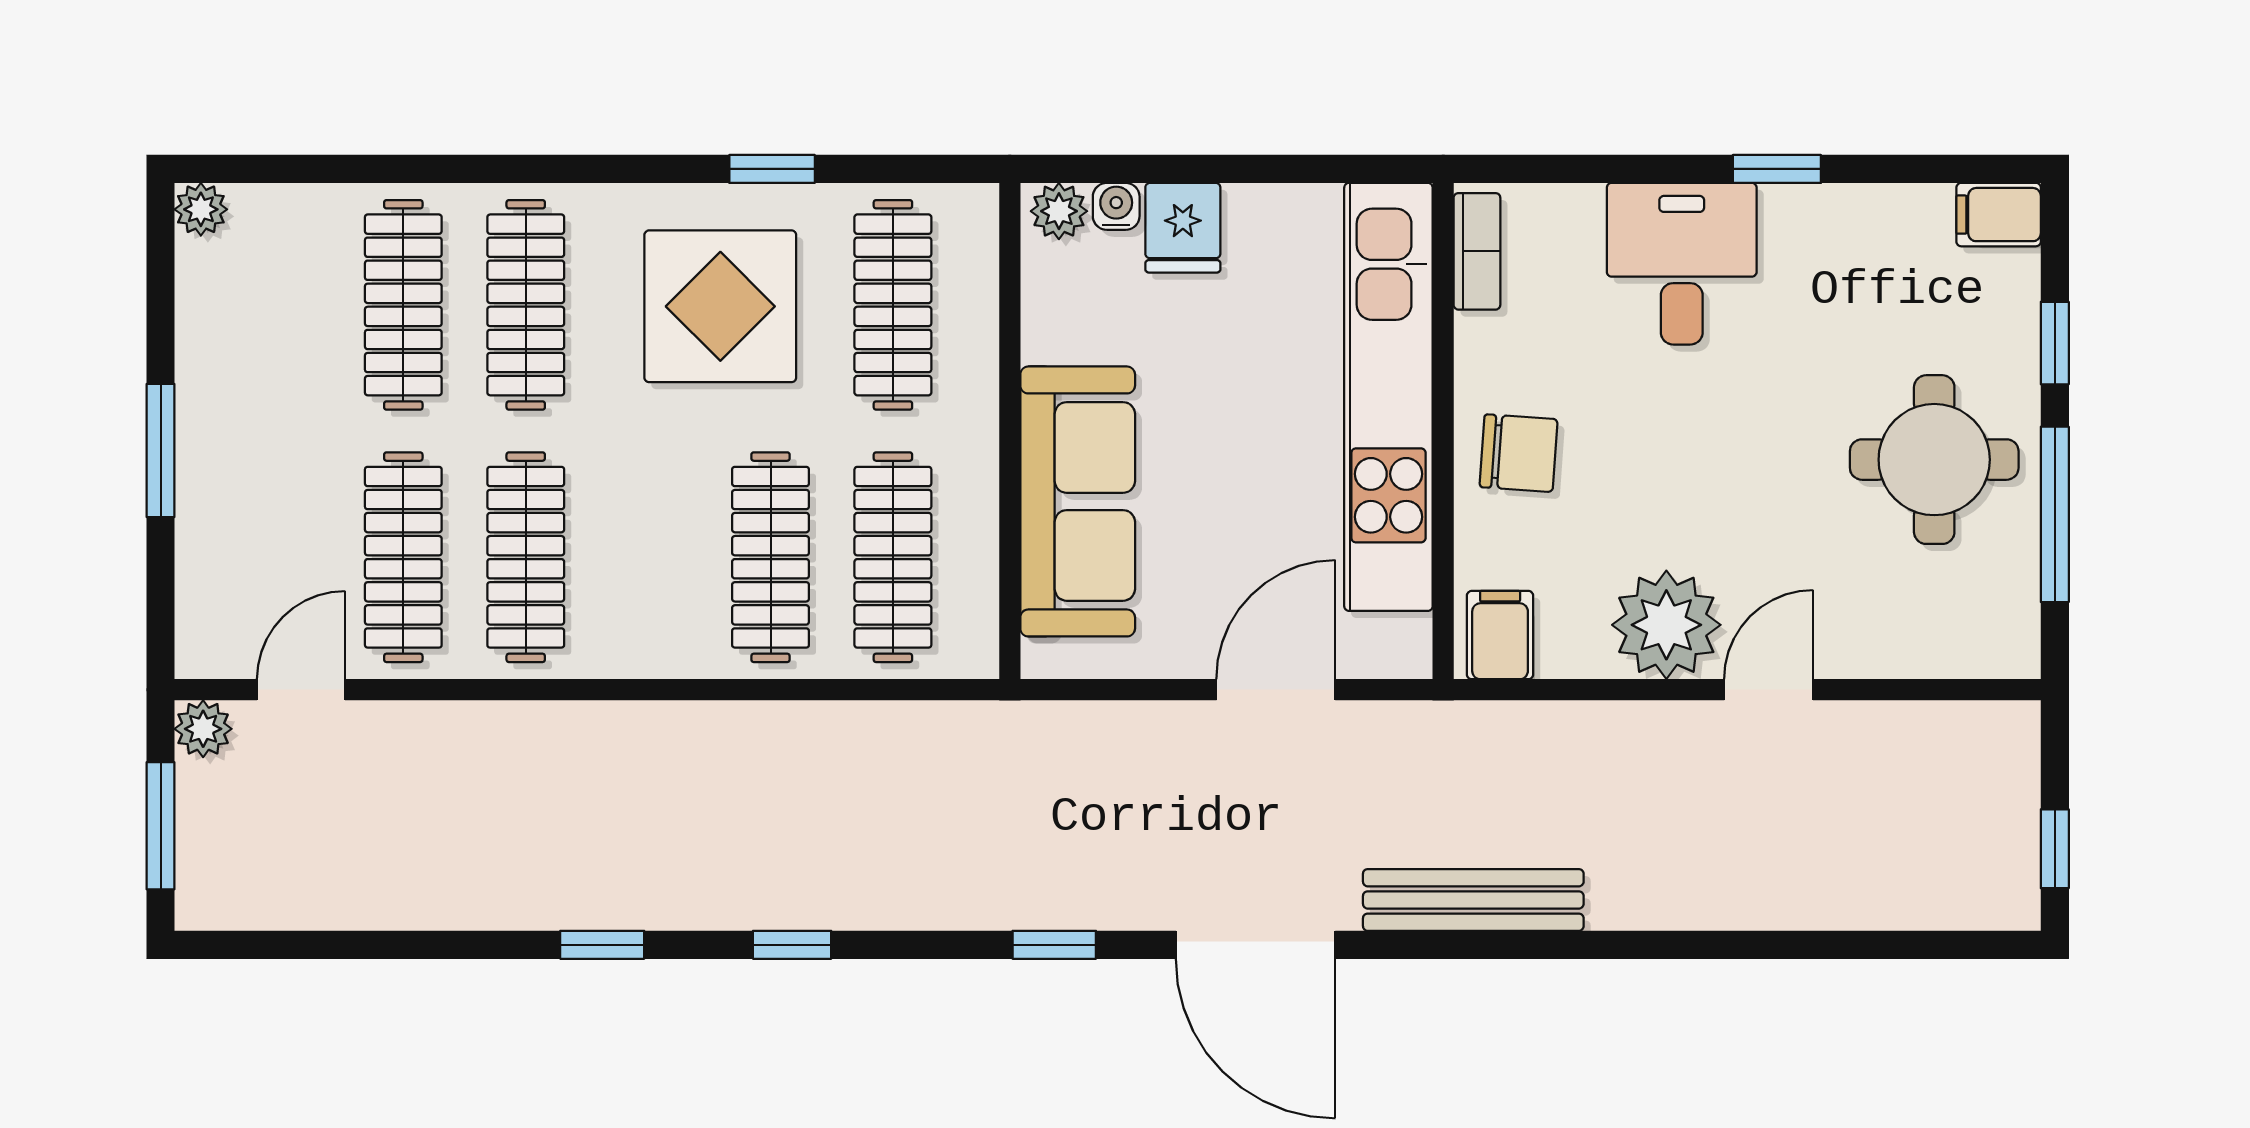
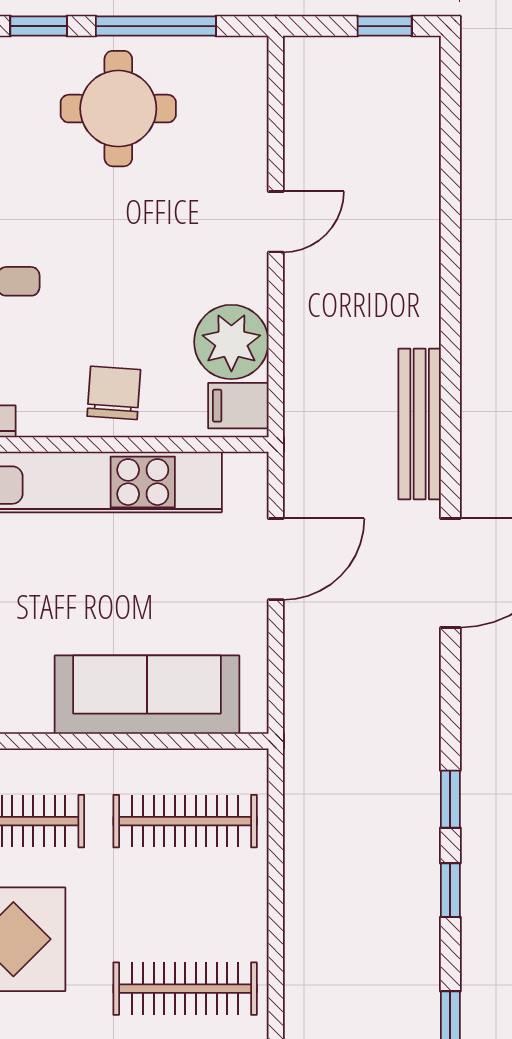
clothes rail: (771, 557) -> (185, 989), moved
plant: (1666, 625) -> (231, 342), moved
door: (1276, 690) -> (276, 559), swing flipped
door: (1769, 690) -> (276, 222), swing flipped
window: (1054, 945) -> (450, 799), moved

